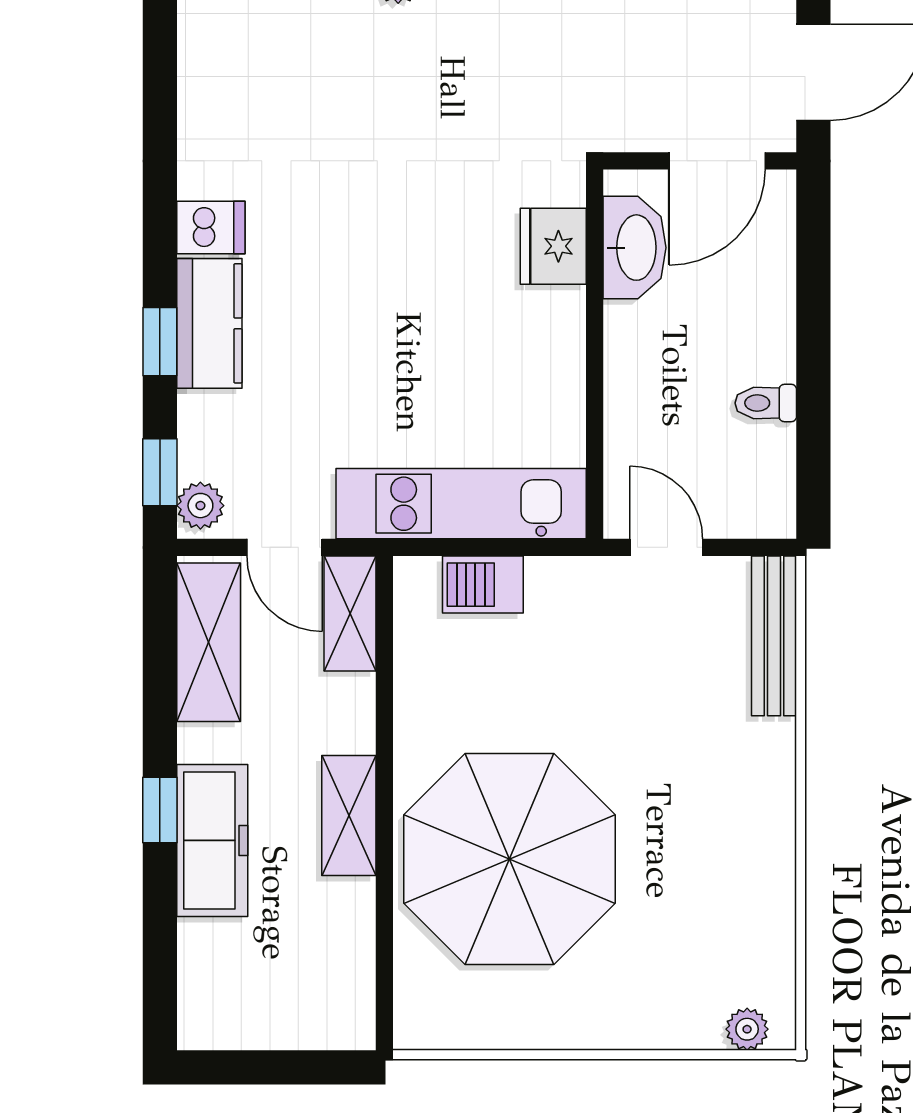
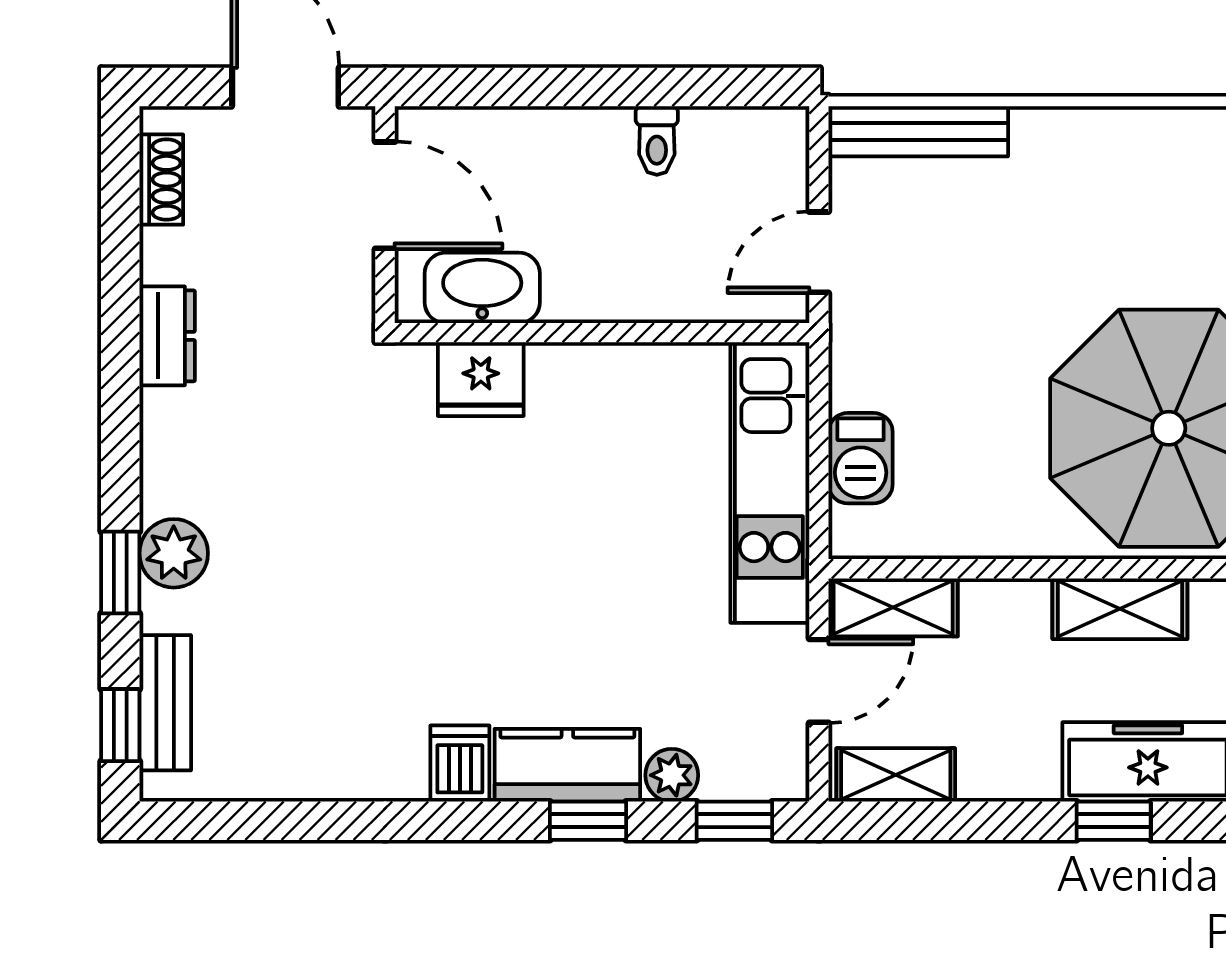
plant: (200, 506) -> (672, 775), moved
shelving: (209, 642) -> (896, 775), width x0.67, depth x0.75

